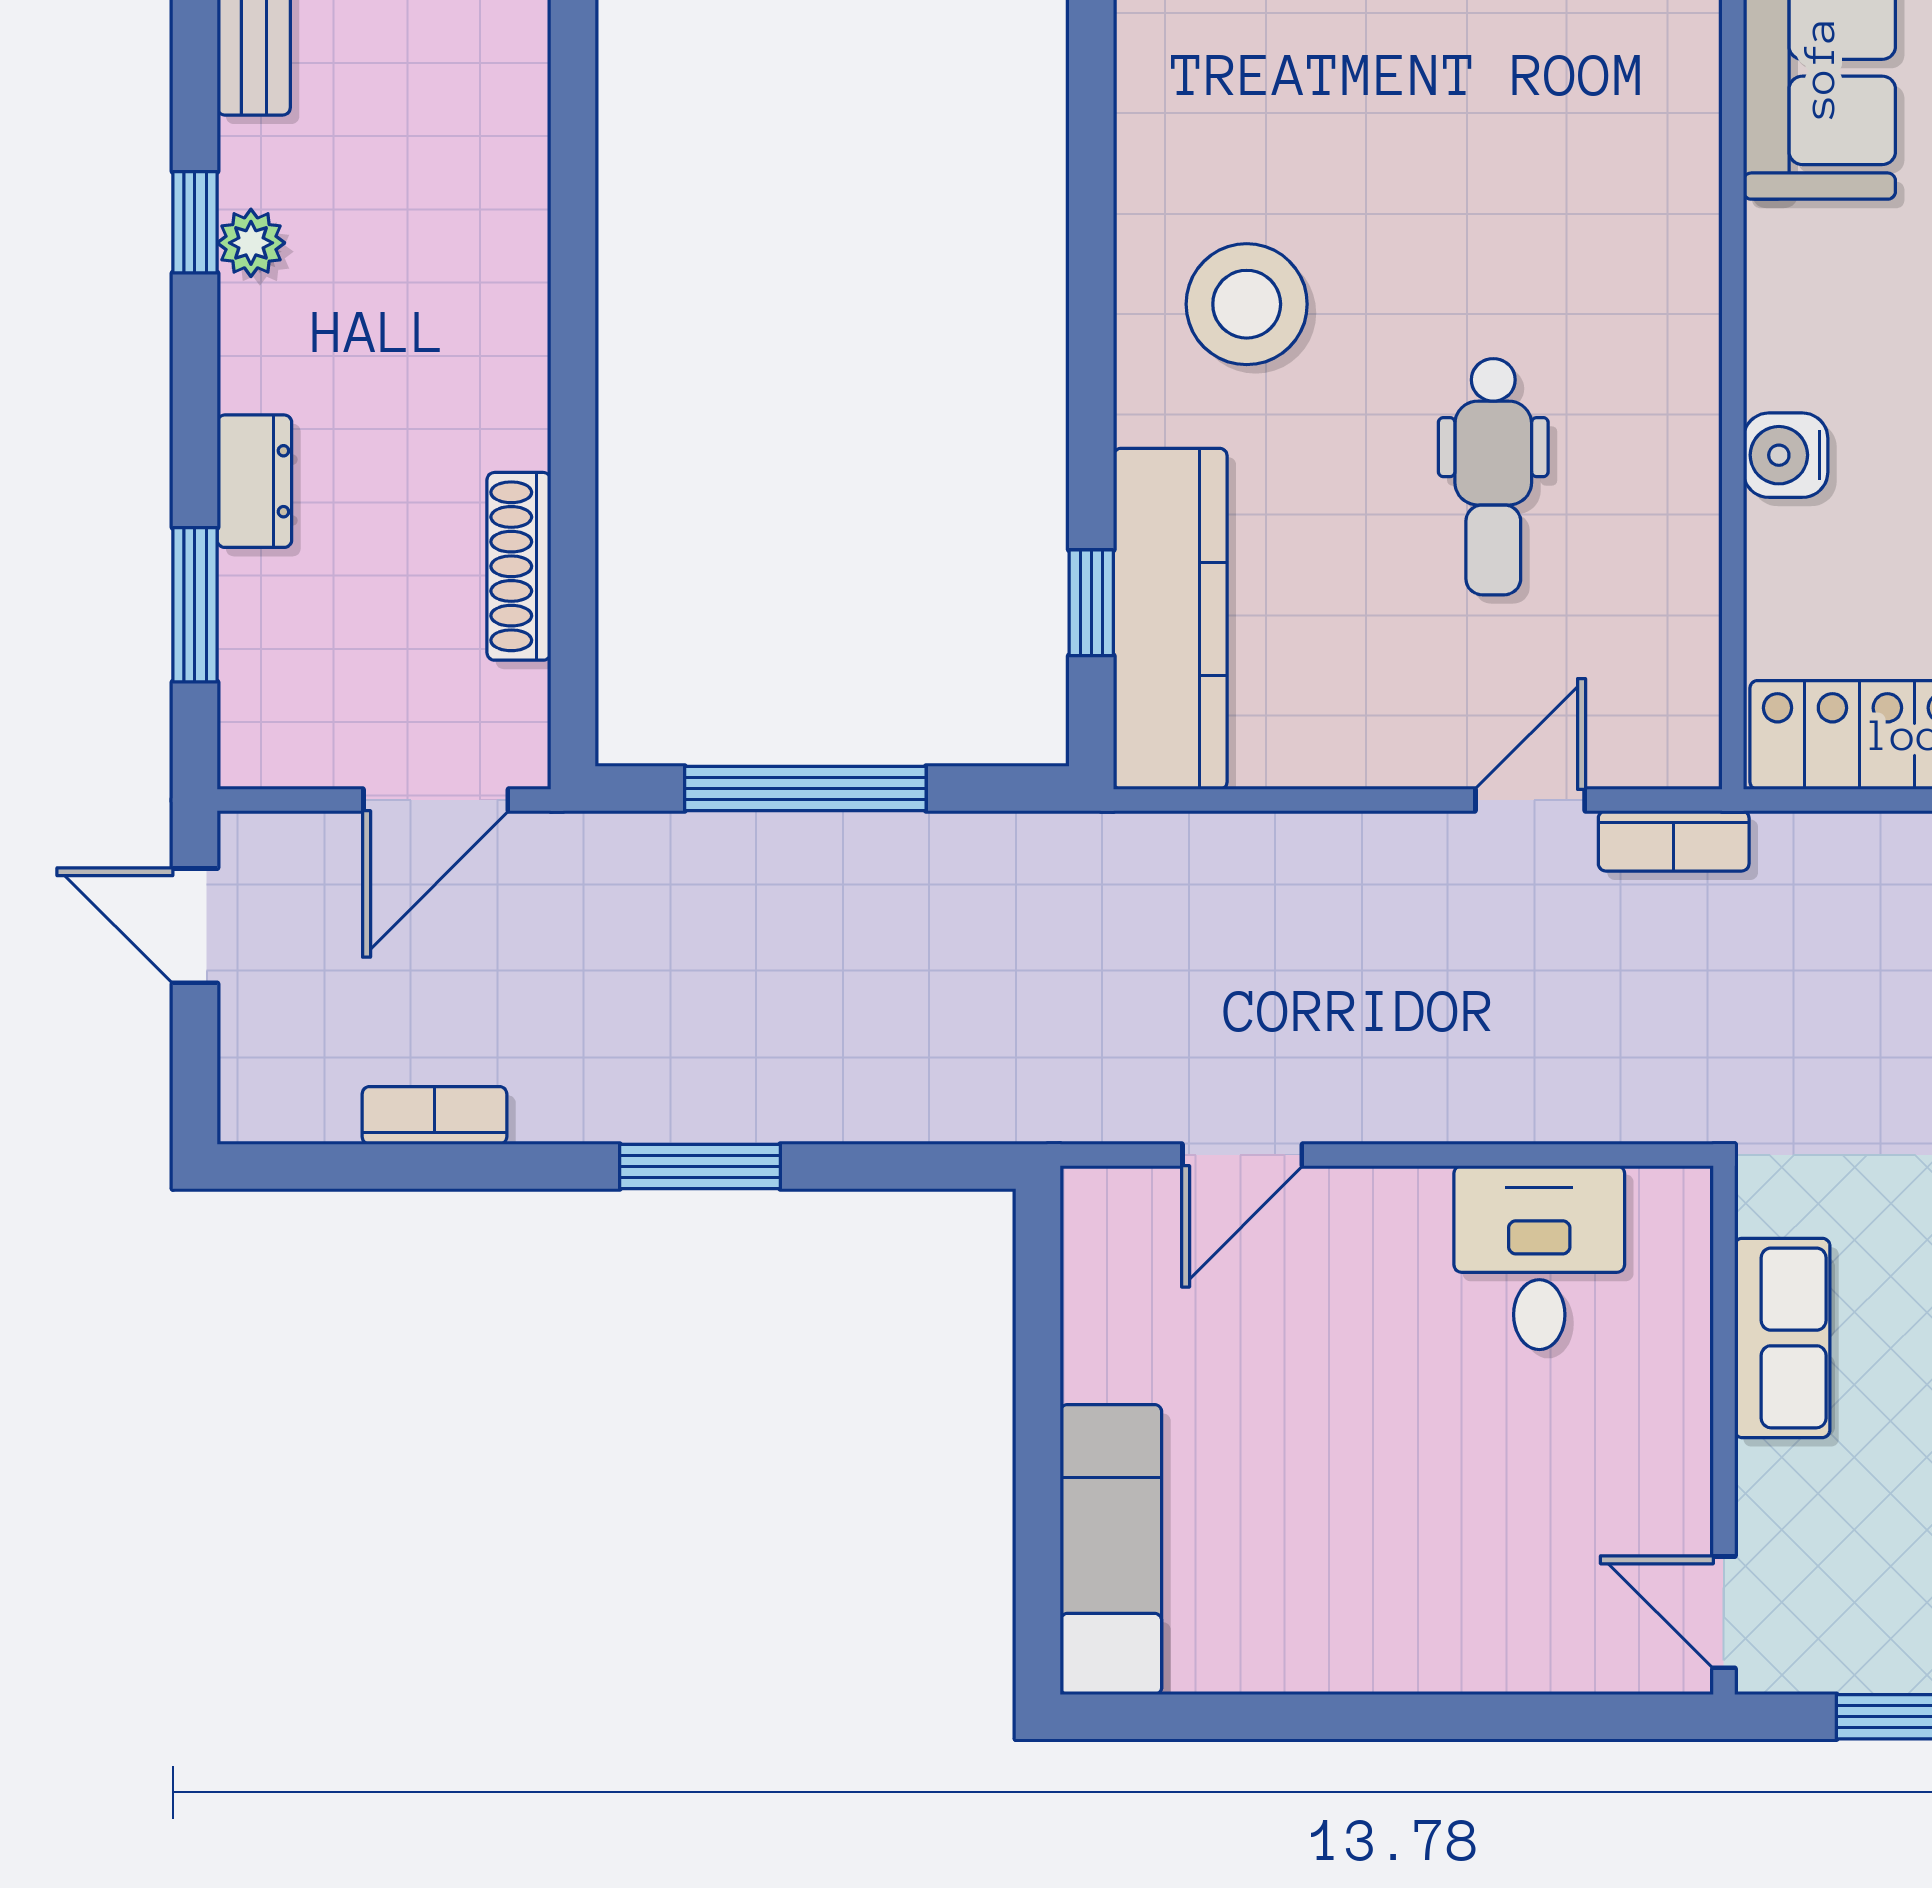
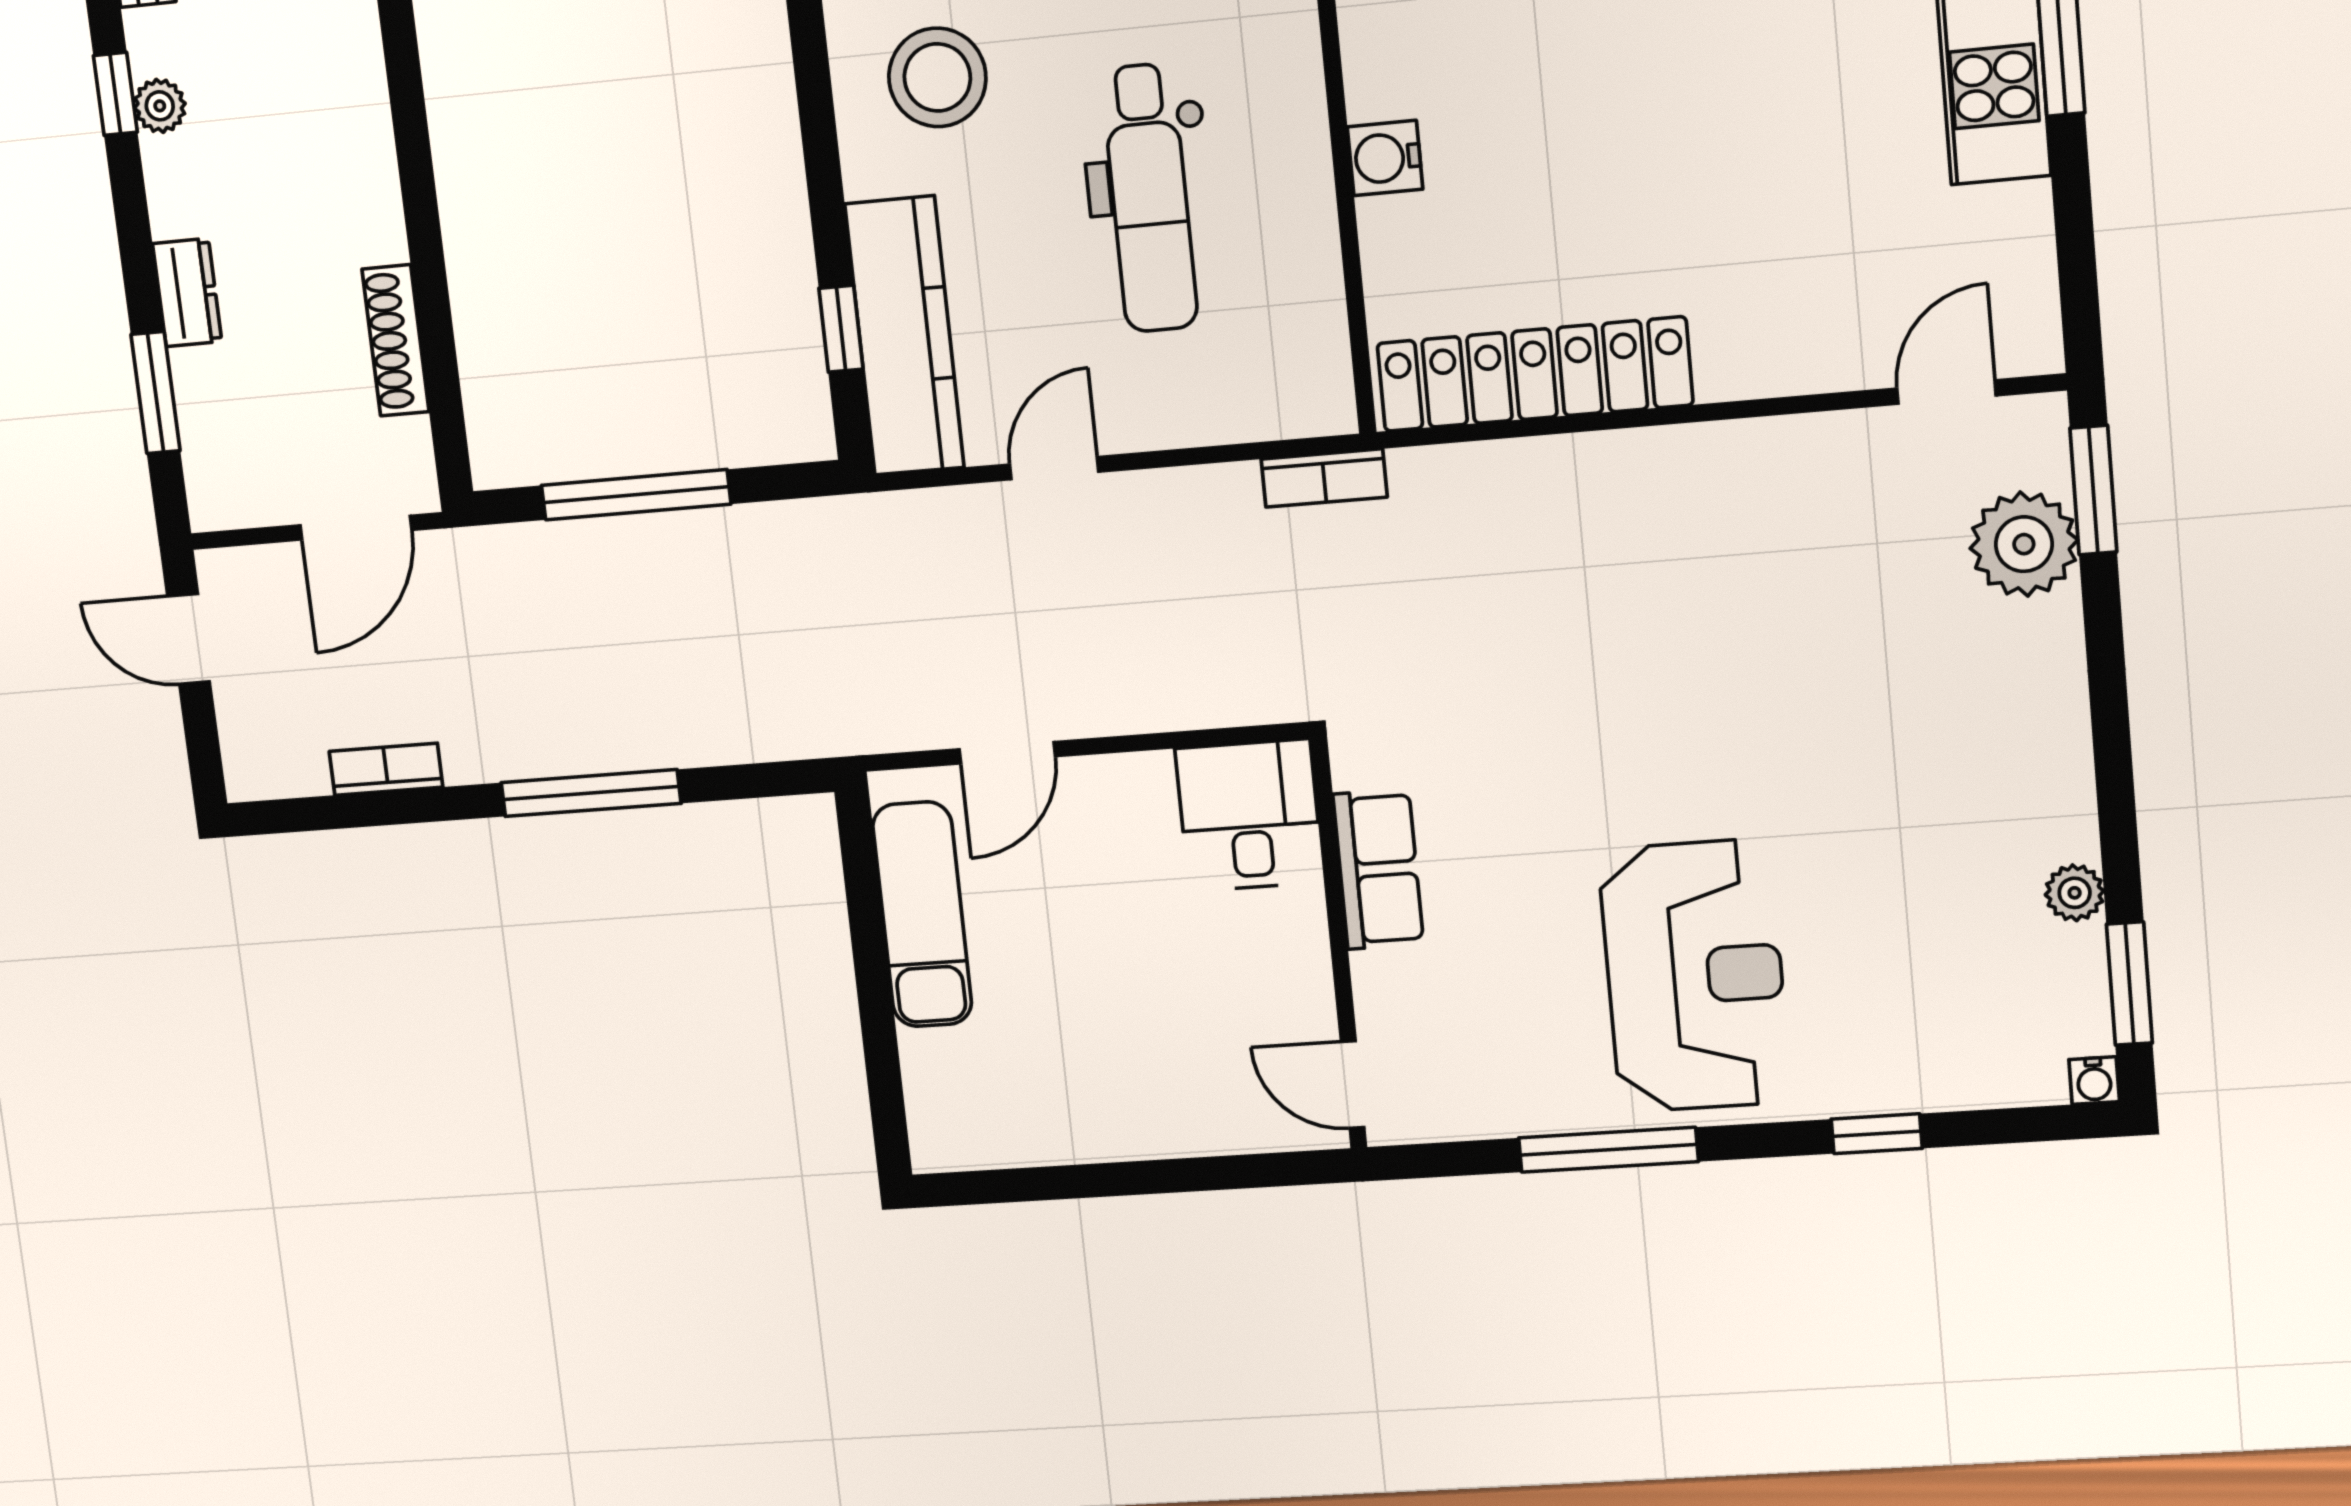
dental chair: (1493, 477) -> (1150, 198), width x1.36, depth x1.38
door: (1530, 800) -> (1054, 468), moved
window: (700, 1167) -> (591, 793), width x1.44
row of seats: (1782, 1338) -> (1378, 869), moved
wall: (1724, 1430) -> (1339, 944), moved
exam couch: (1111, 1550) -> (922, 914), moved
door: (1724, 1612) -> (1353, 1085), moved

